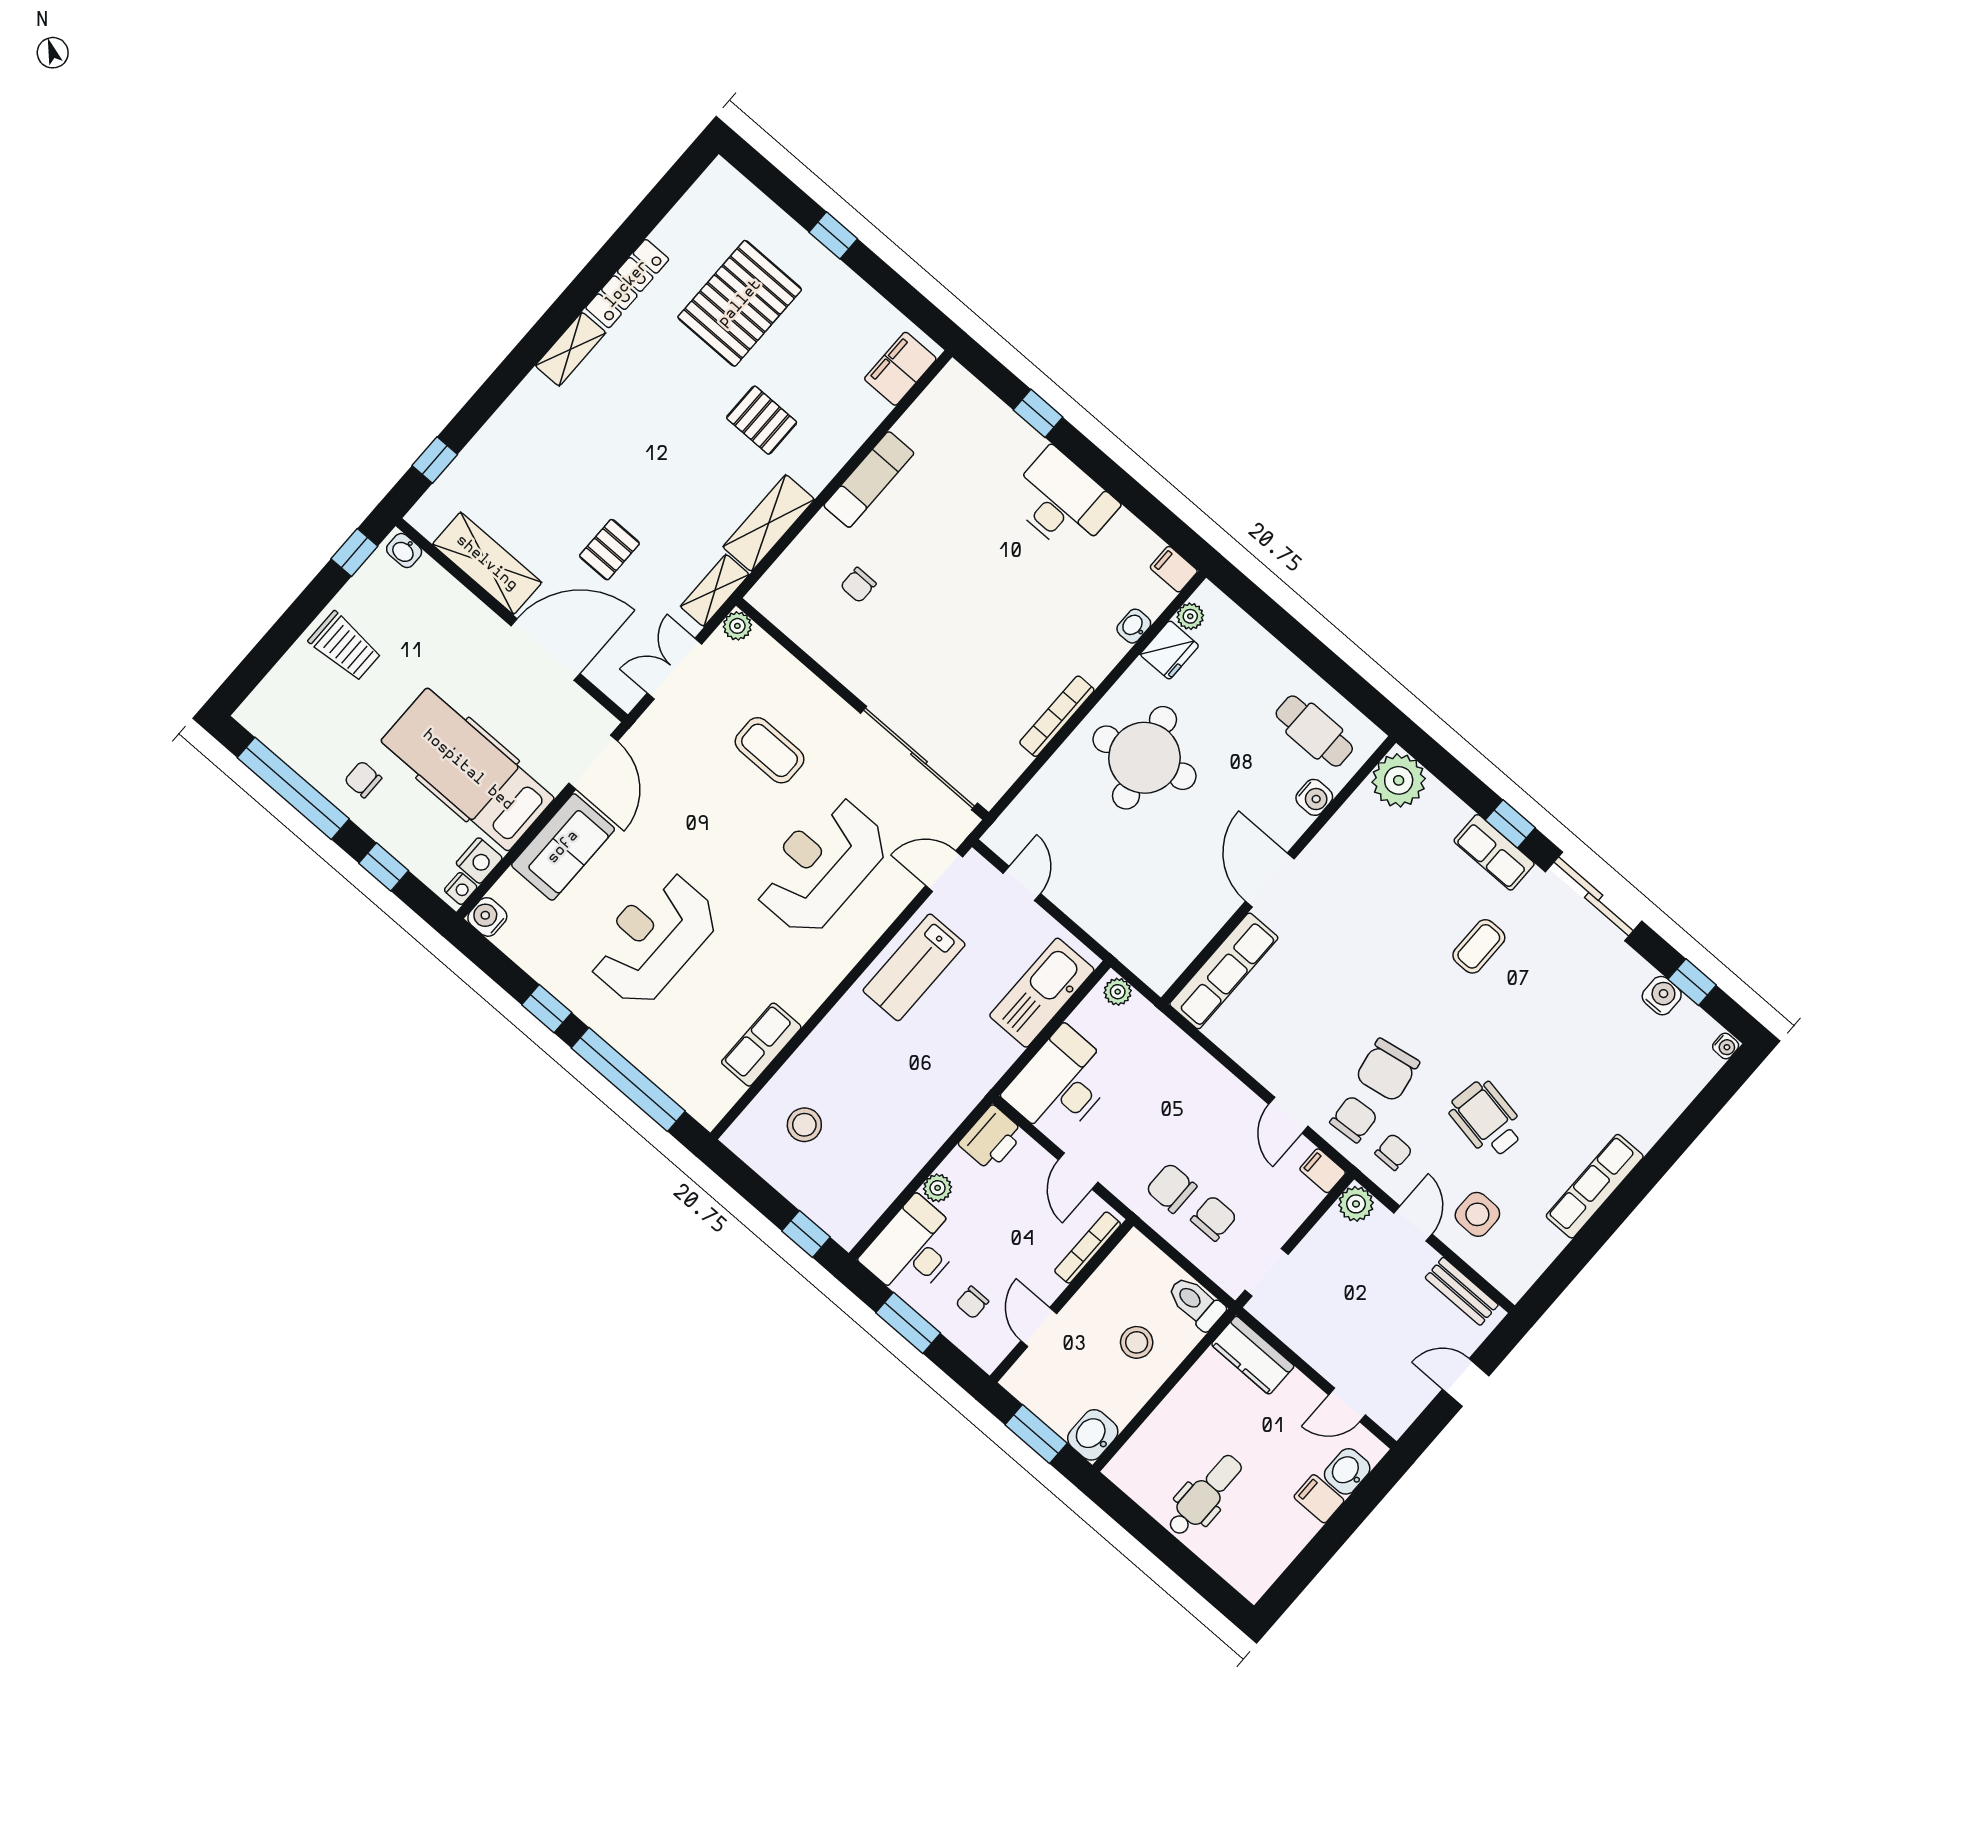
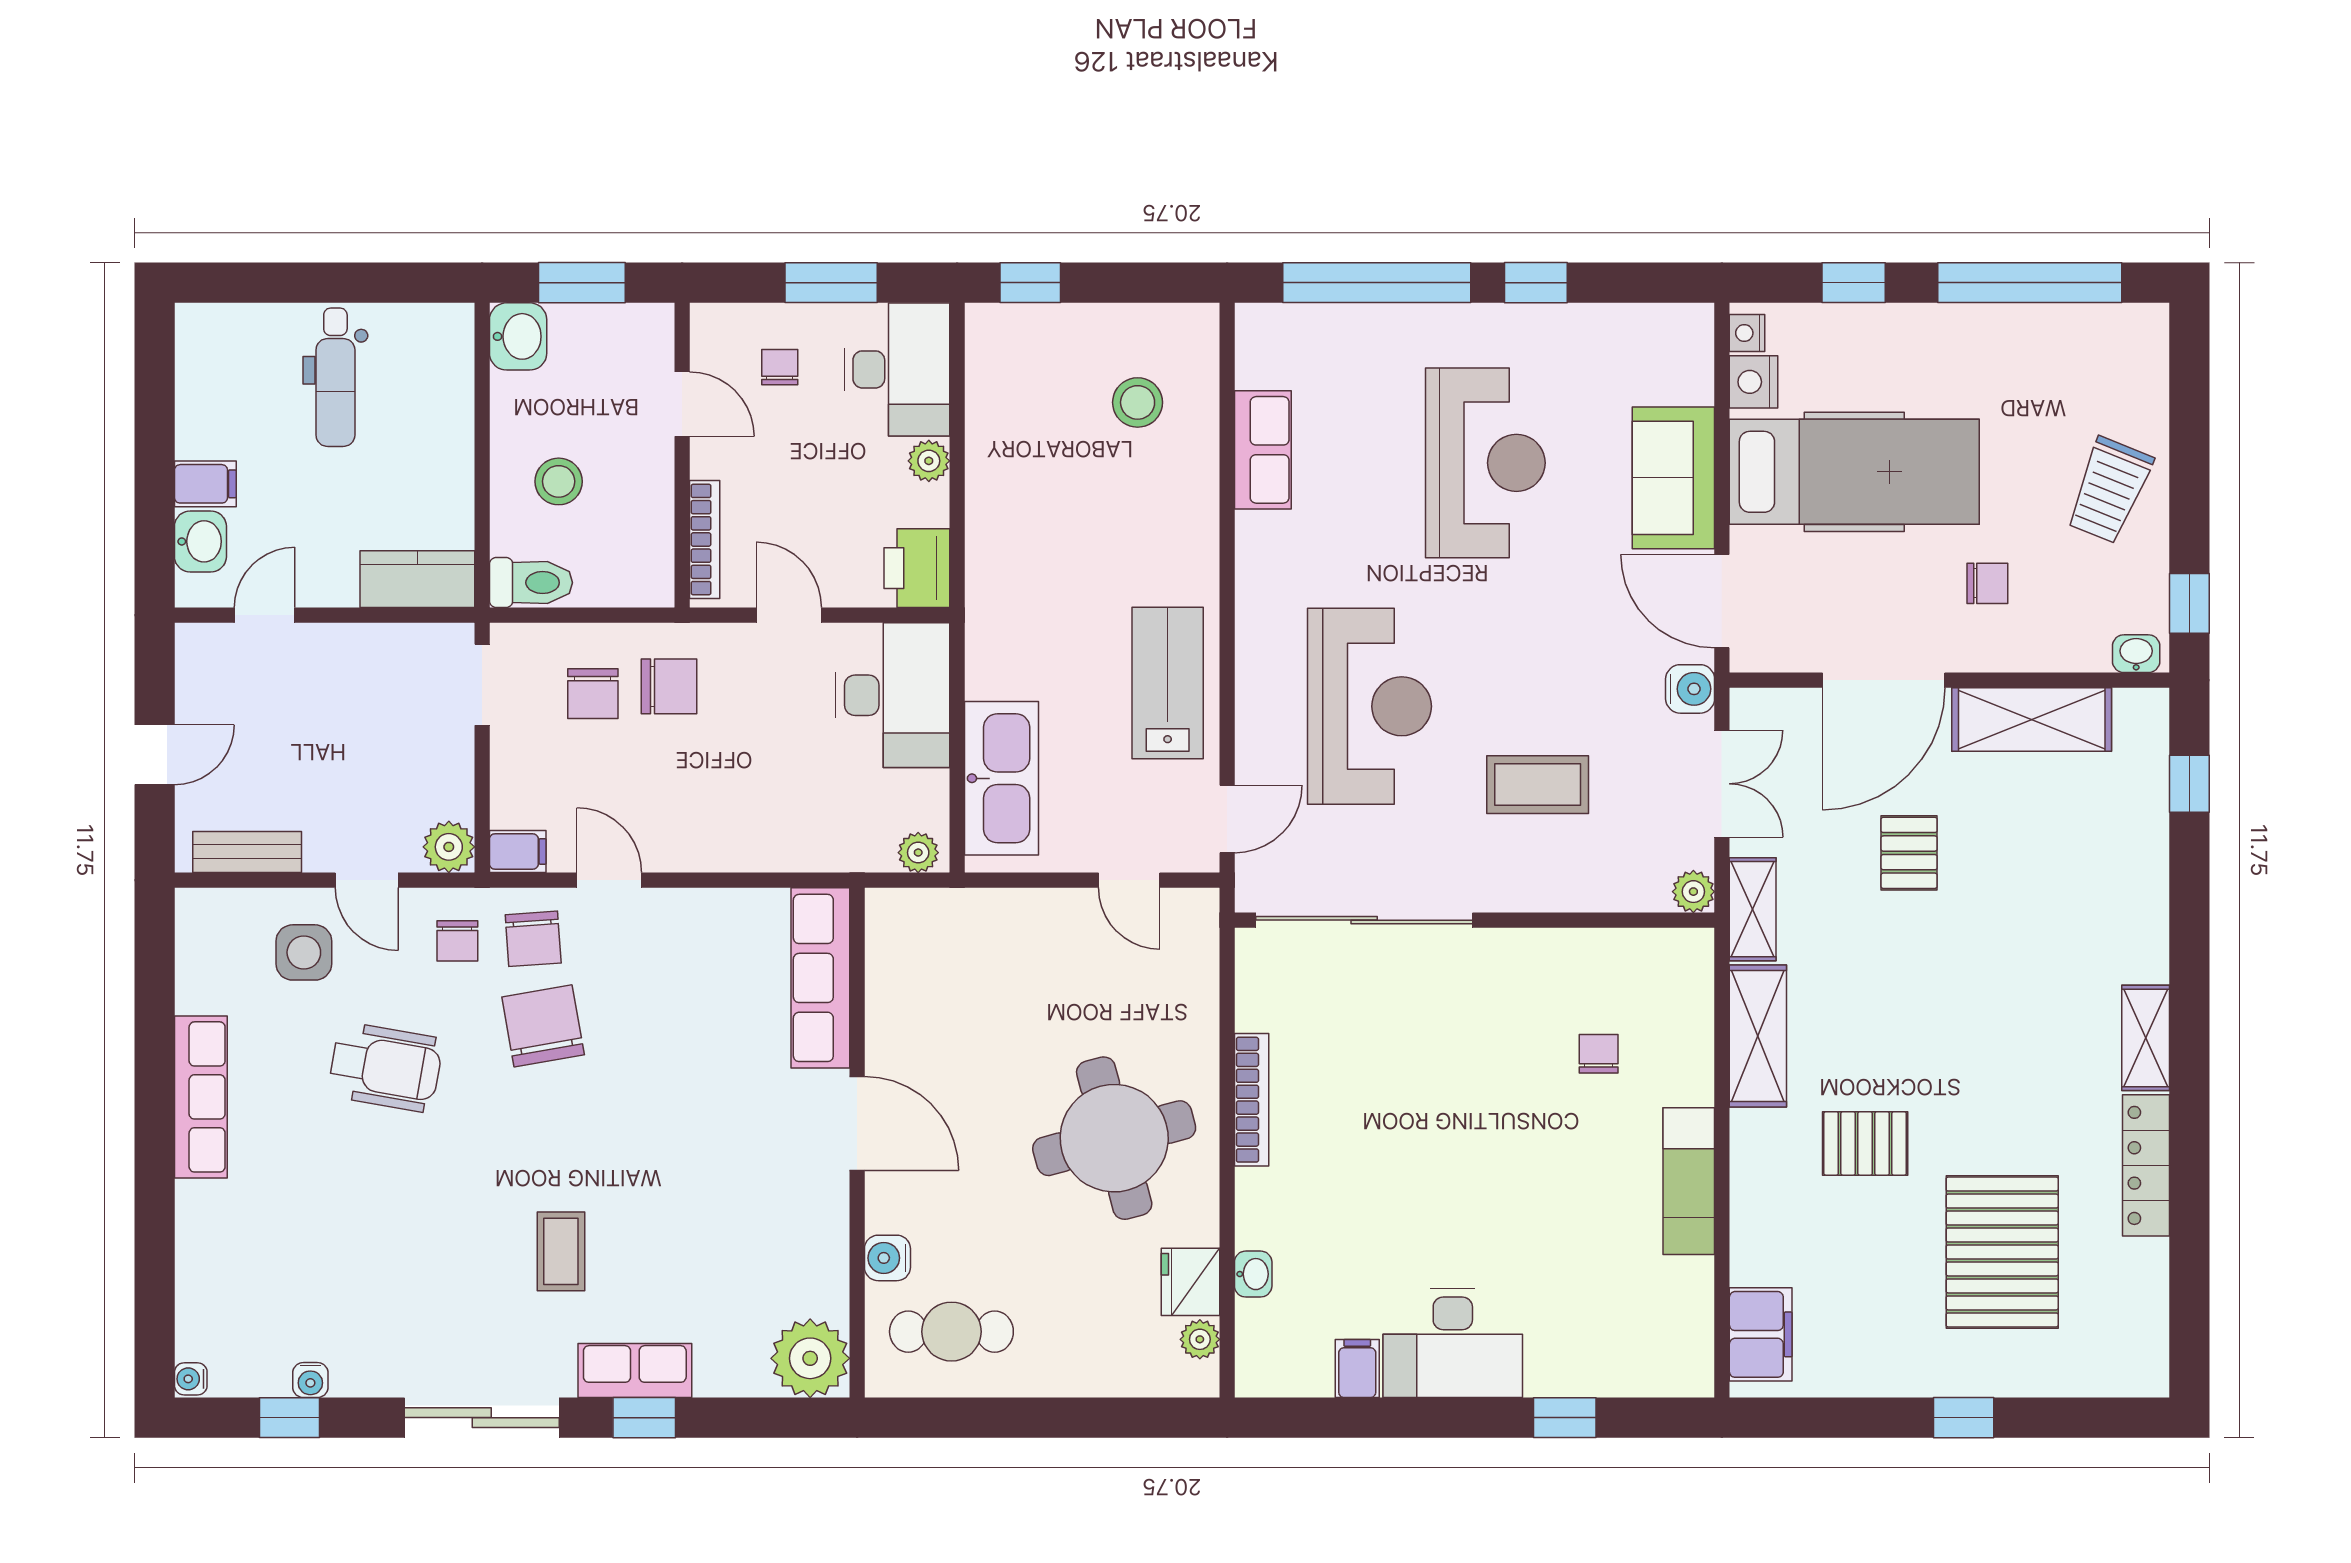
filing cabinet: (1174, 569) -> (1357, 1368), moved, turned -90
trolley: (345, 646) -> (2109, 490), turned -68
chair: (363, 779) -> (1987, 583), moved
water cooler: (487, 917) -> (1690, 689), moved
water cooler: (1662, 996) -> (310, 1380), width x0.72, depth x0.72

